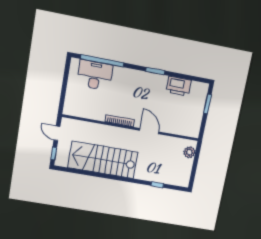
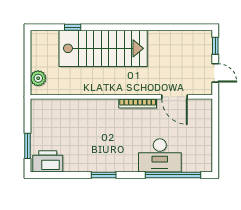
desk: (95, 75) -> (160, 155), moved
printer: (179, 86) -> (48, 161), moved
door: (149, 131) -> (174, 97), moved
stairs: (103, 160) -> (103, 48), moved

